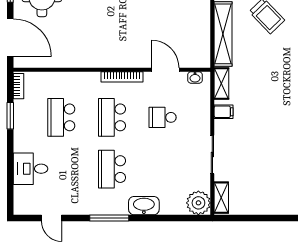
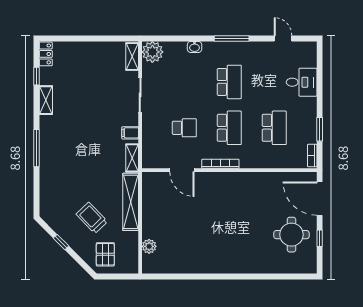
washbasin: (195, 77) -> (156, 163), removed
washbasin: (144, 206) -> (195, 47), width x0.52, depth x0.69

